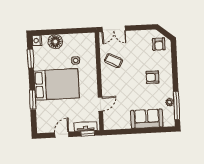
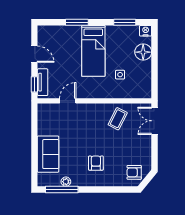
bed: (56, 84) -> (93, 51), width x0.67
door: (100, 104) -> (68, 101), swing flipped

